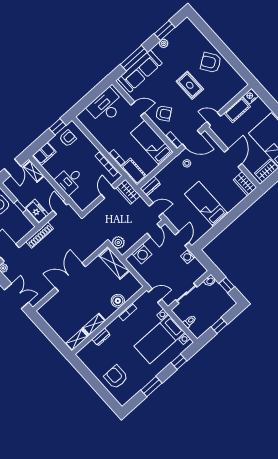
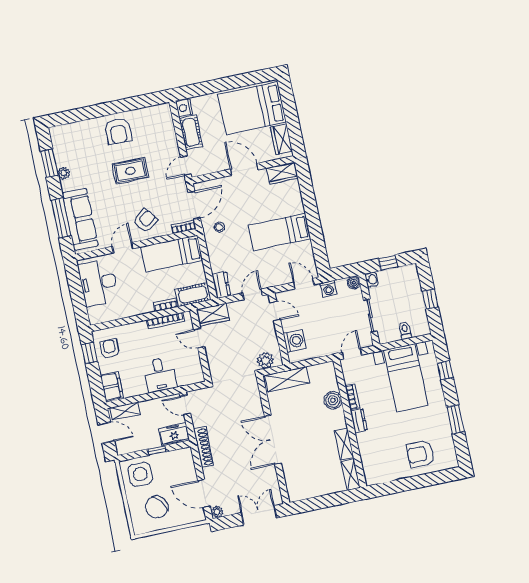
armchair: (211, 63) -> (118, 131), turned -56
boiler: (201, 270) -> (354, 283), added
dresser: (101, 337) -> (359, 421), moved

